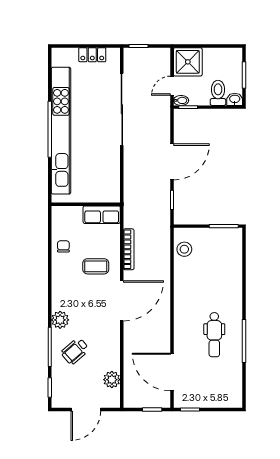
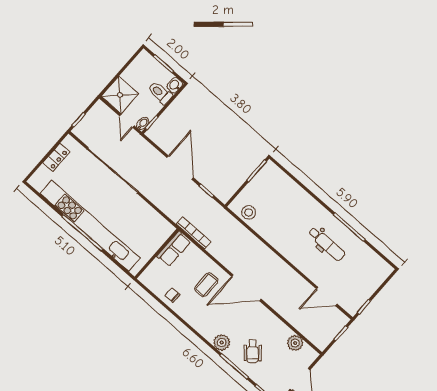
bookcase: (129, 249) -> (194, 233), moved
door: (122, 301) -> (246, 288), swing flipped
door: (172, 372) -> (327, 296), width x0.73

